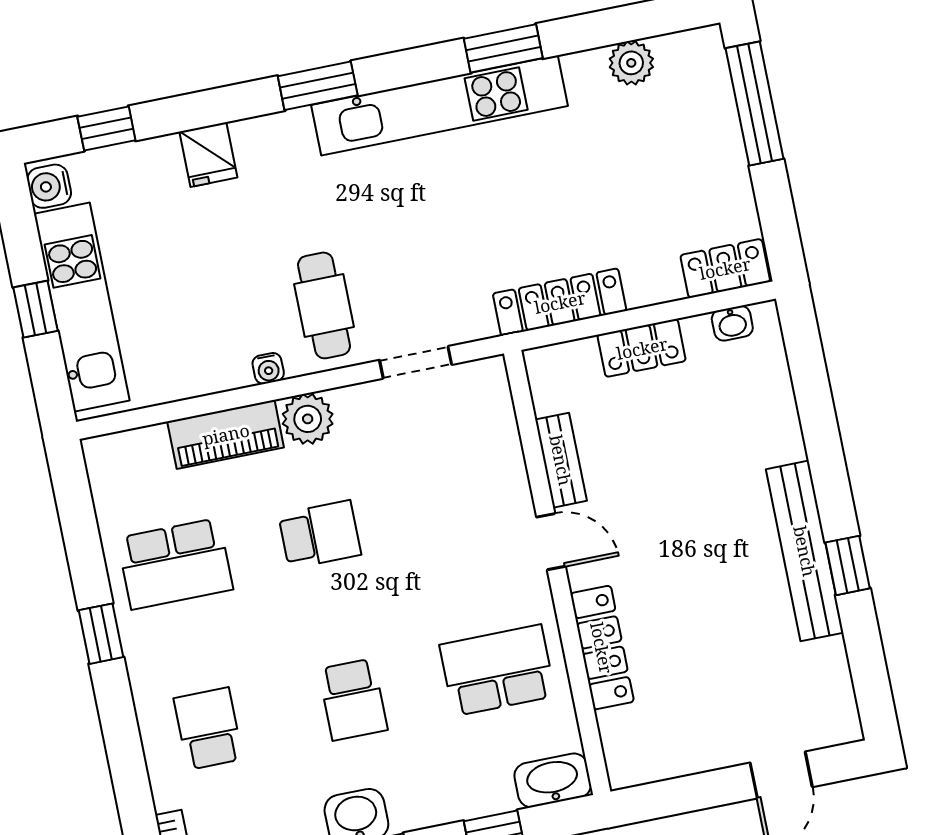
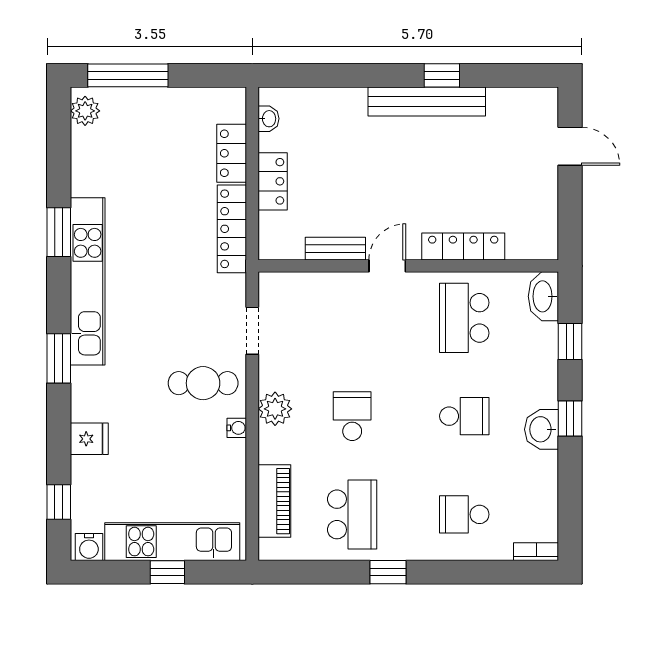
plant: (631, 63) -> (85, 111), moved
locker: (725, 268) -> (232, 153), moved
piano: (226, 434) -> (274, 501), moved

